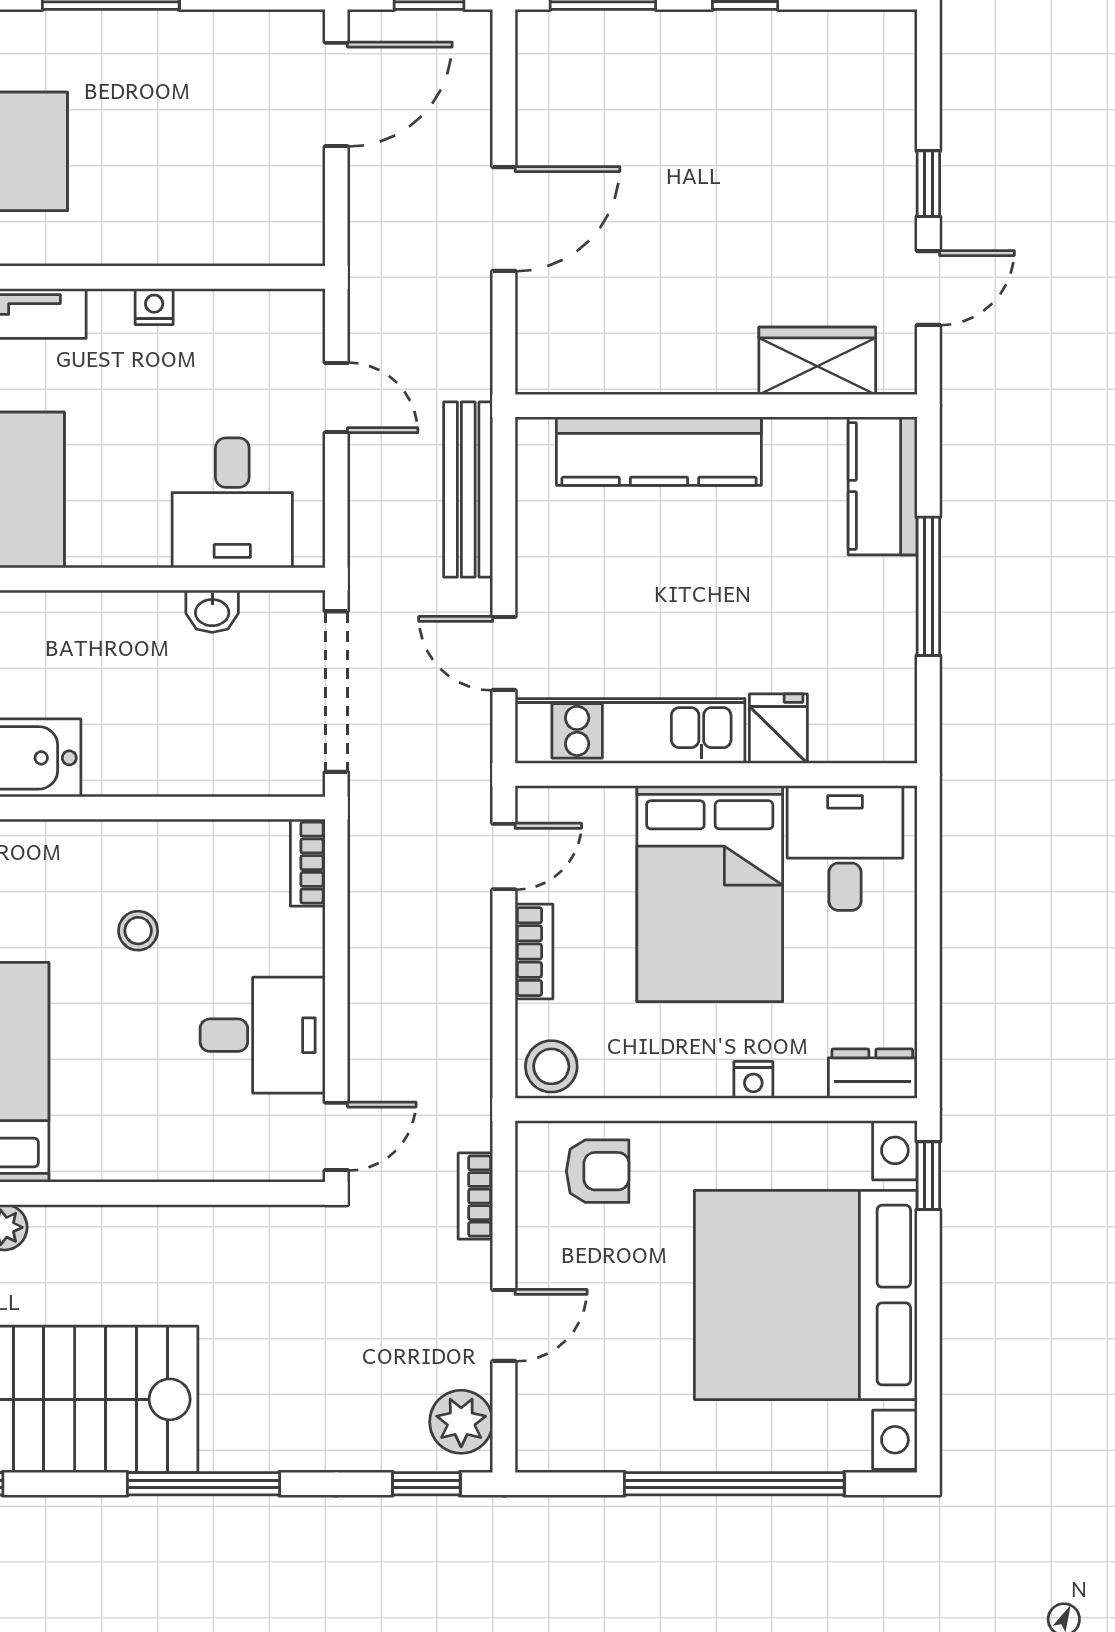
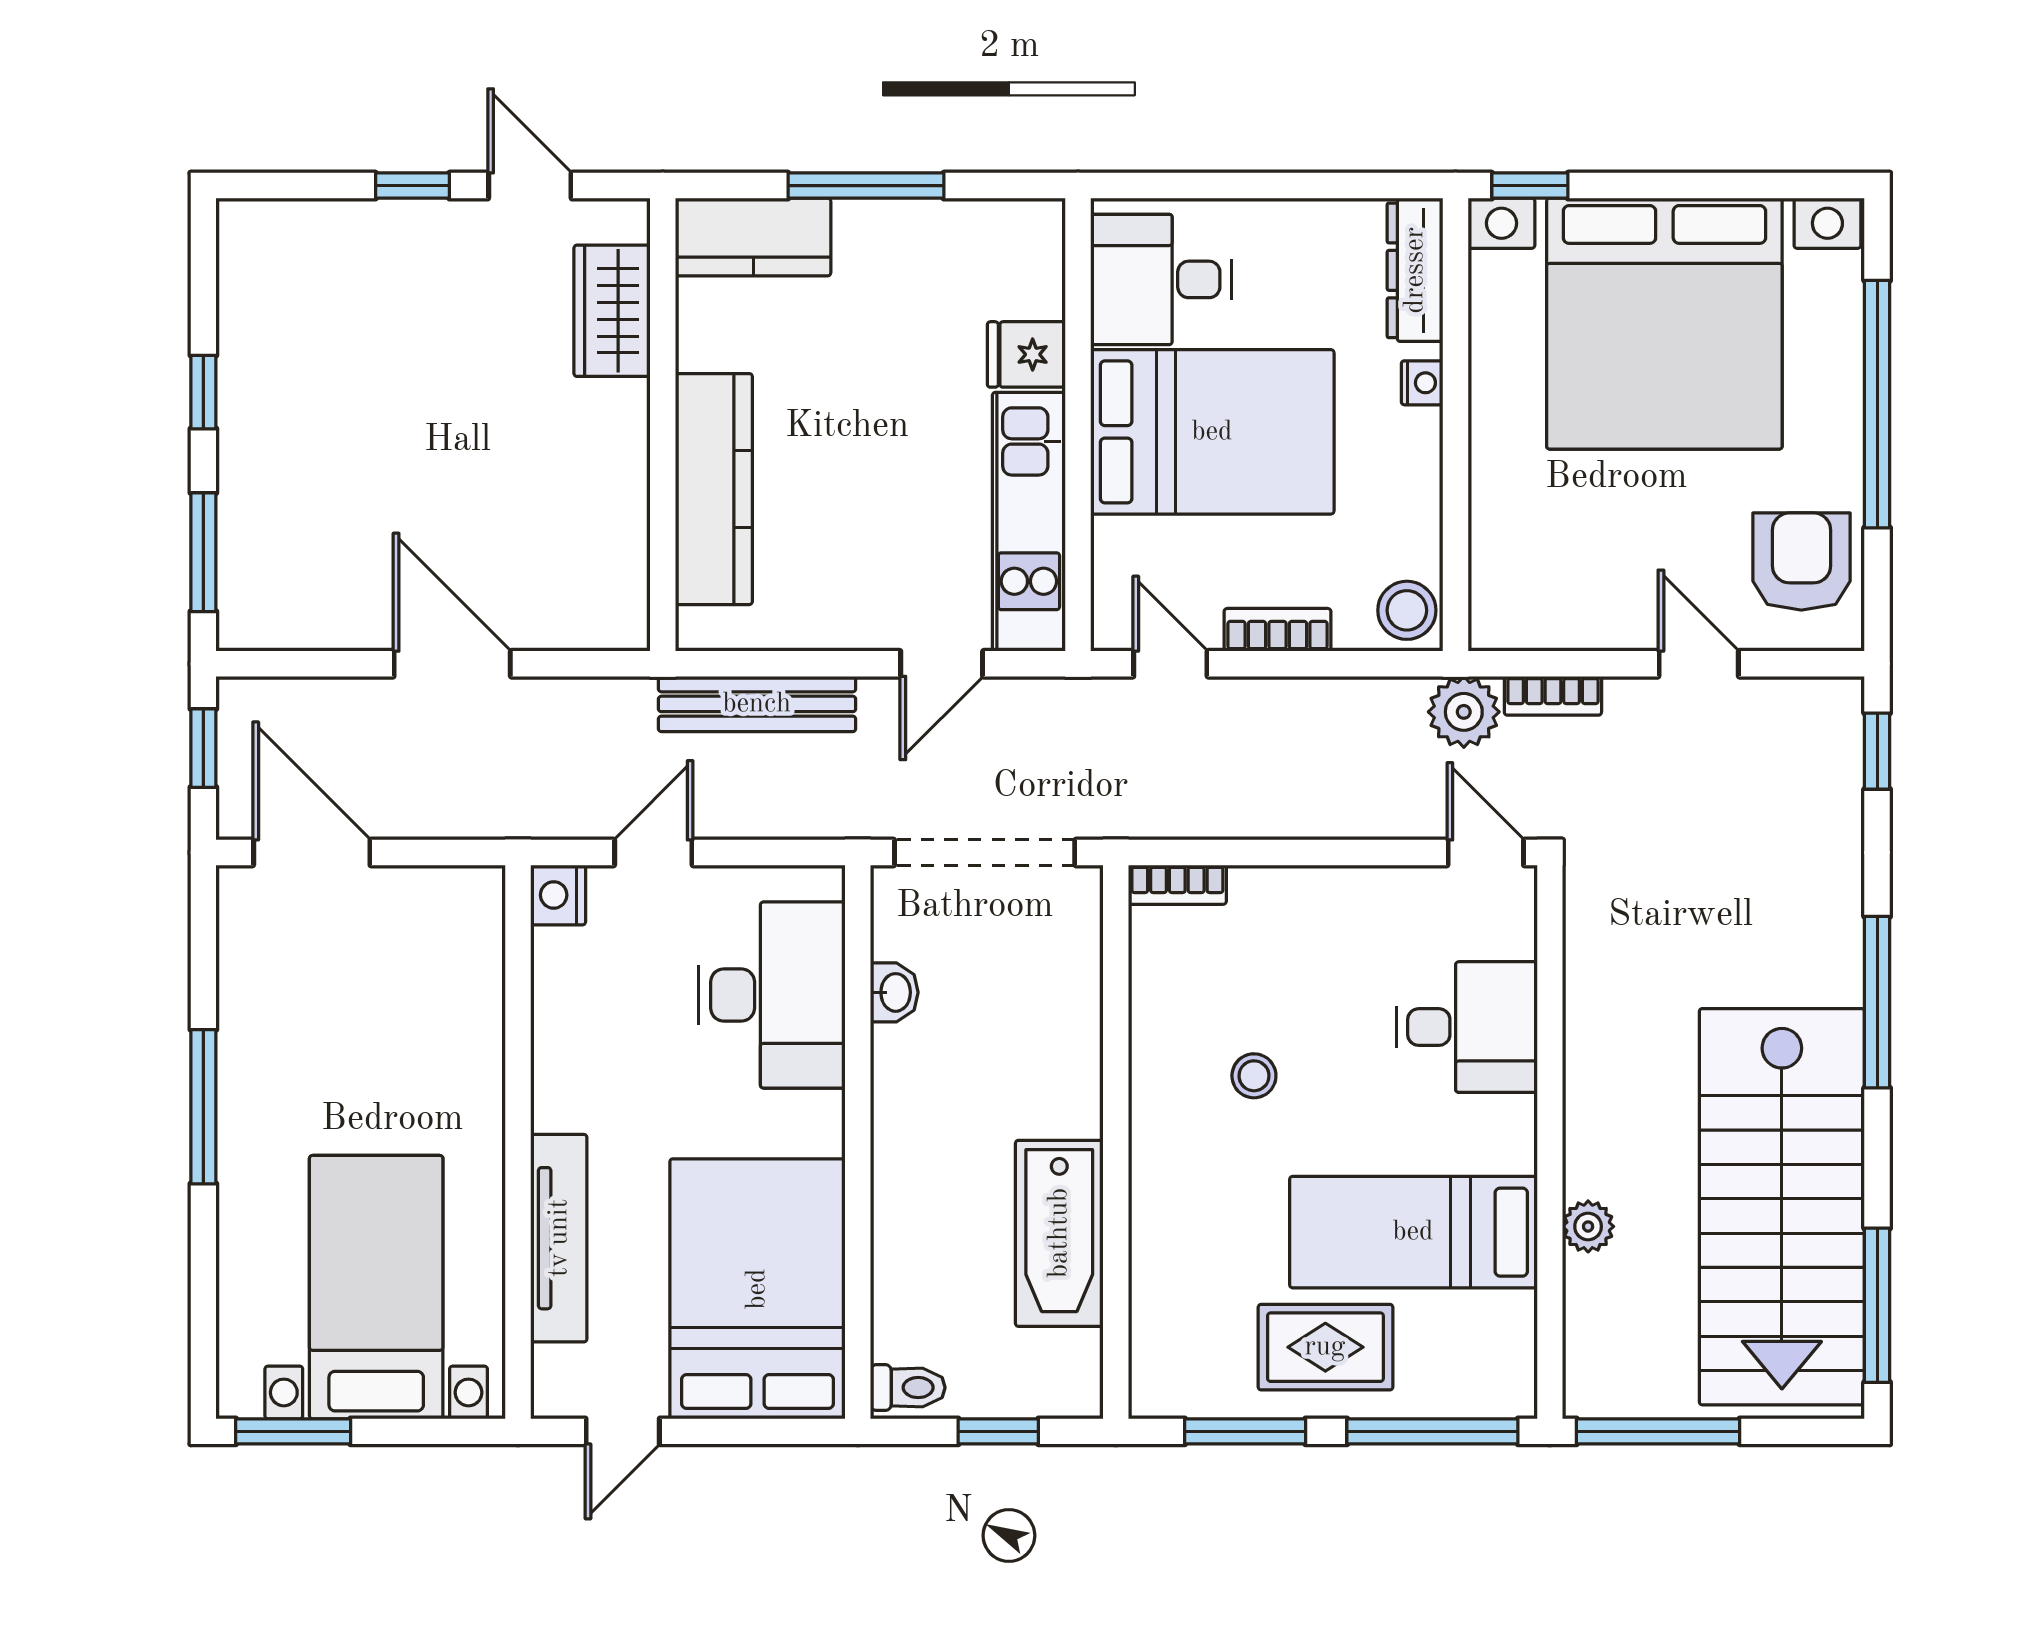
nightstand: (154, 307) -> (558, 895), moved, width x1.39, depth x1.35
desk: (232, 503) -> (772, 995), width x1.37
desk: (263, 1035) -> (1467, 1027), moved, turned 90
dresser: (872, 1074) -> (1415, 270), width x1.44
armchair: (598, 1171) -> (1801, 562), moved, width x1.38, depth x1.38
plant: (461, 1422) -> (1464, 712), moved

